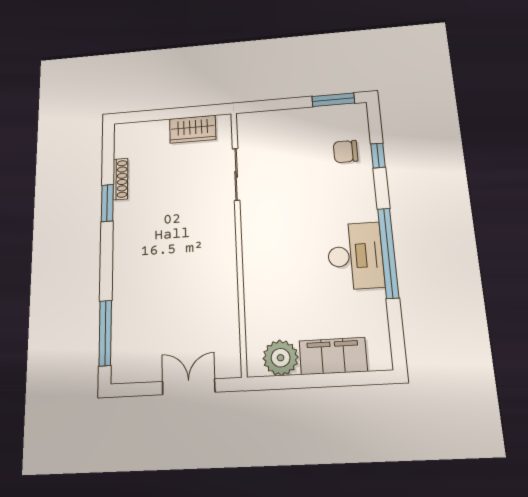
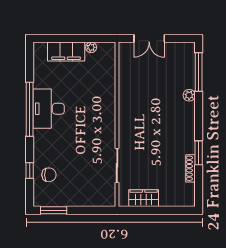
plant: (121, 293) -> (189, 95), added
plant: (281, 358) -> (91, 47), width x0.53, depth x0.53

